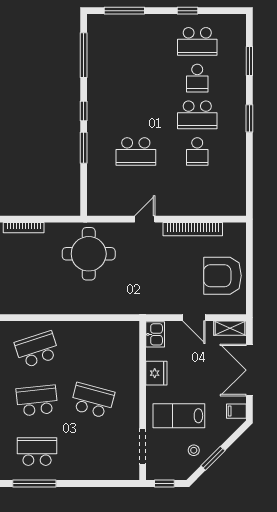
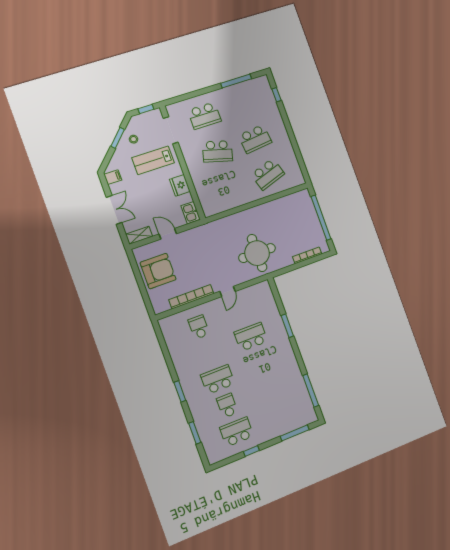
window: (84, 111) -> (297, 351), removed
school desk: (197, 152) -> (199, 327), moved
double door: (249, 370) -> (114, 210), width x0.73
lab bench: (179, 416) -> (153, 160), turned 180
school desk: (37, 452) -> (204, 116), moved

